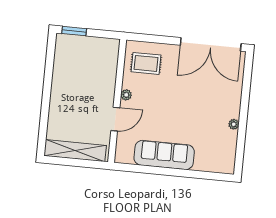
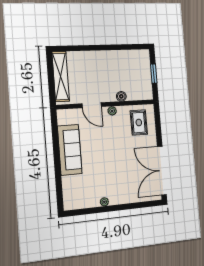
window: (74, 31) -> (154, 74), moved
boiler: (110, 80) -> (121, 96), added

